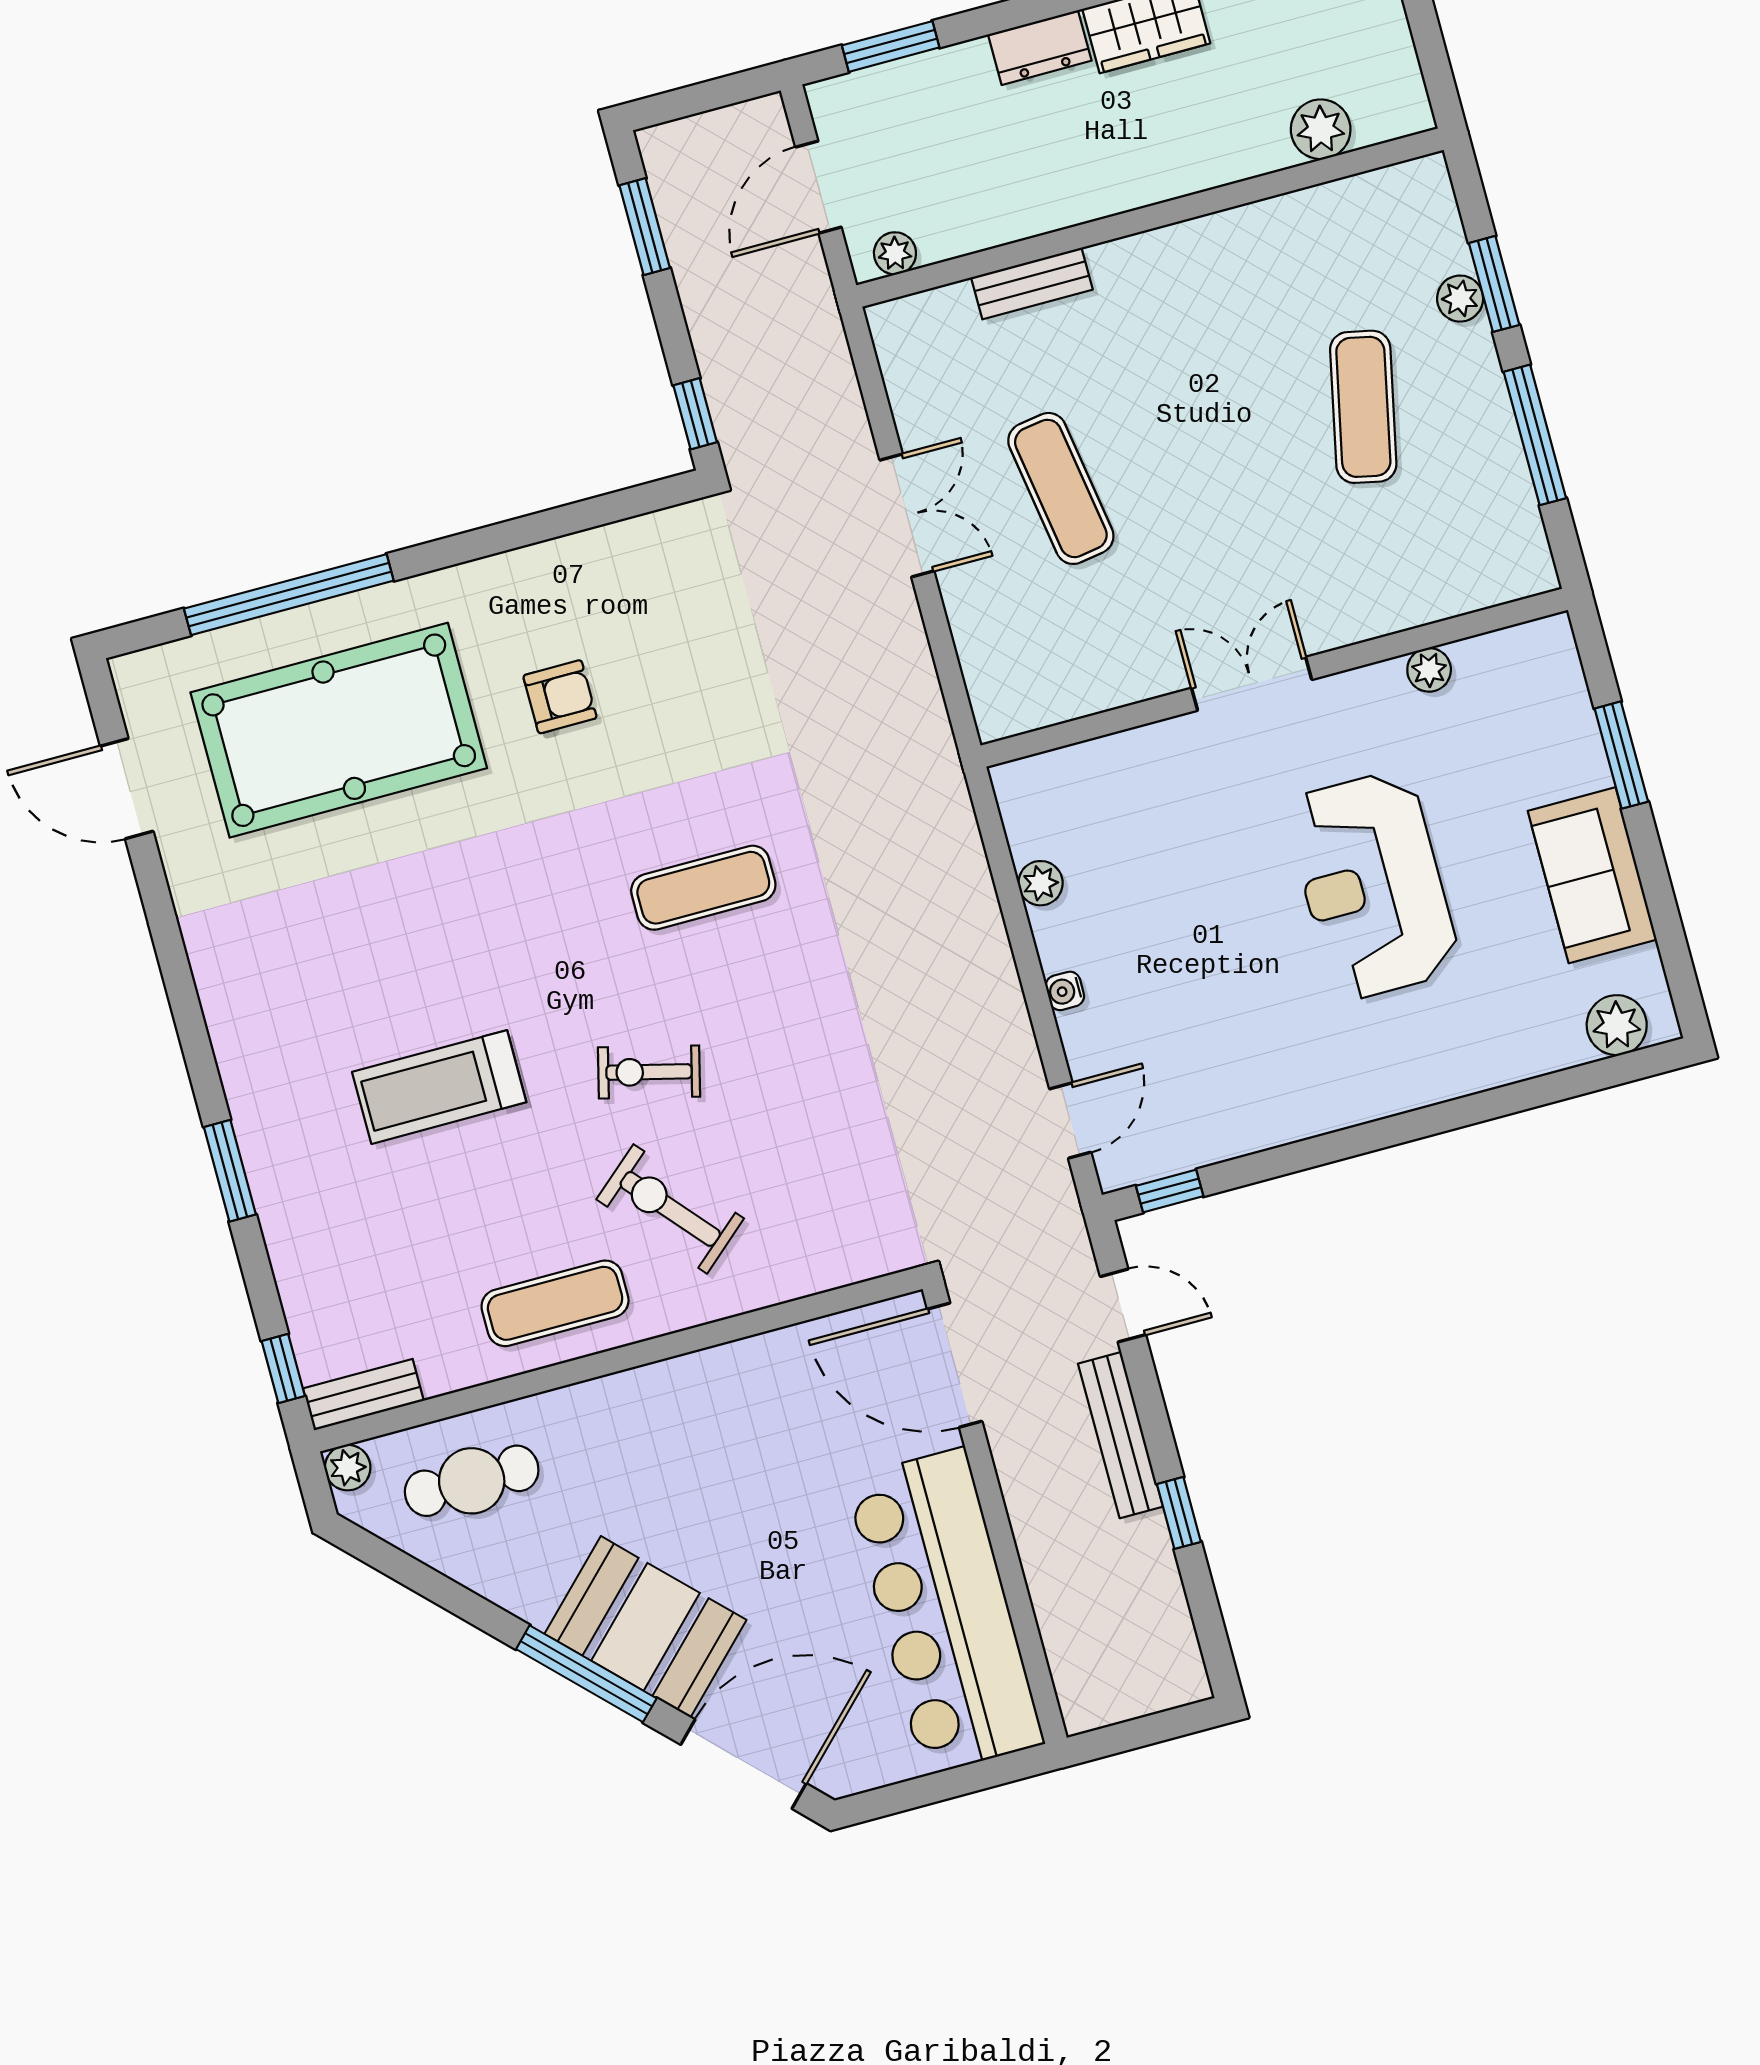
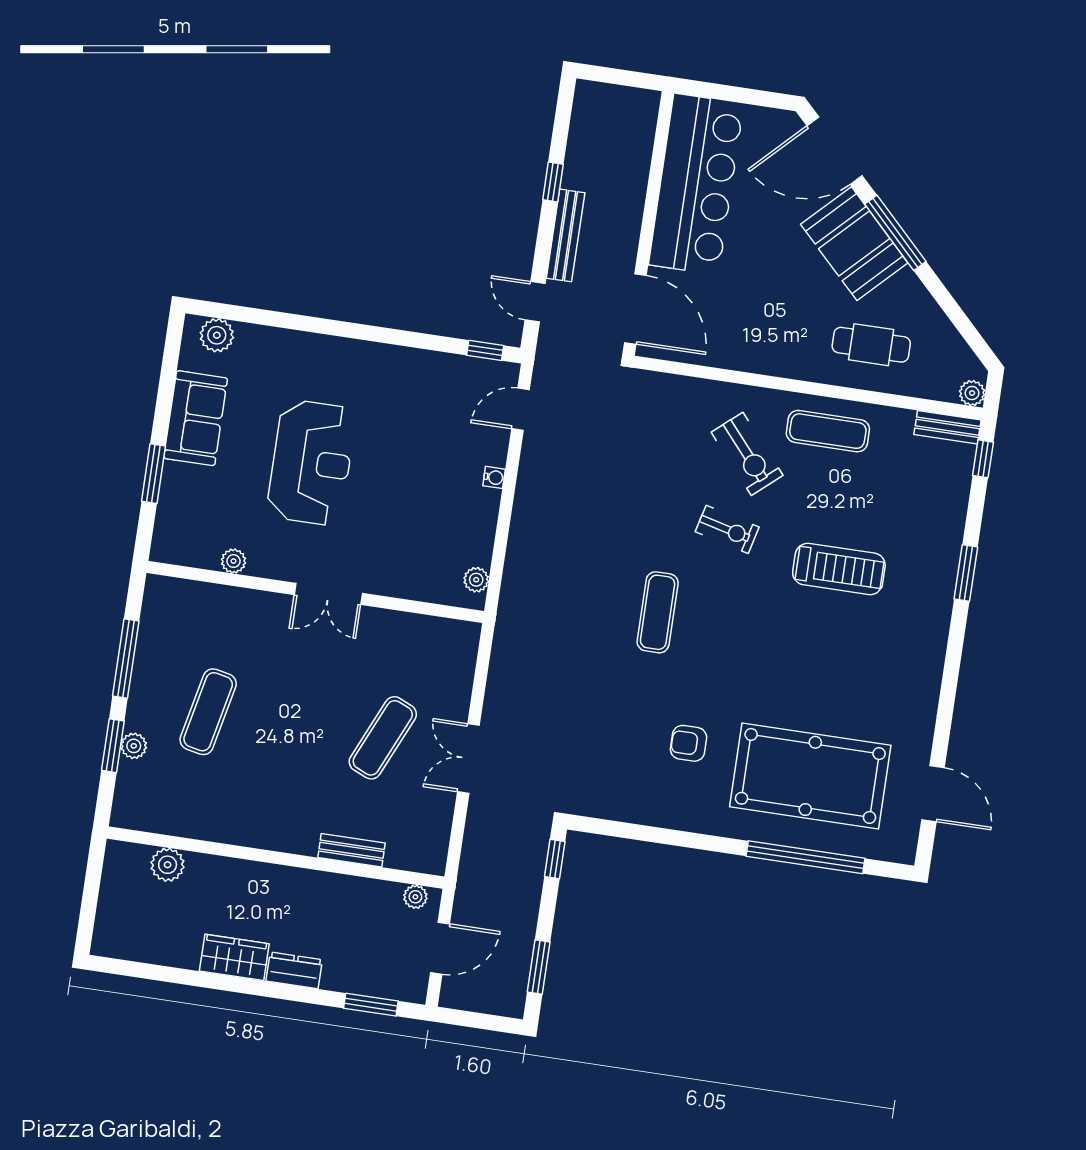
exercise mat: (1061, 488) -> (383, 738), turned 33
plant: (1041, 883) -> (476, 580), moved
exercise mat: (703, 888) -> (658, 612), turned 90
cafe table: (472, 1481) -> (871, 345), moved

